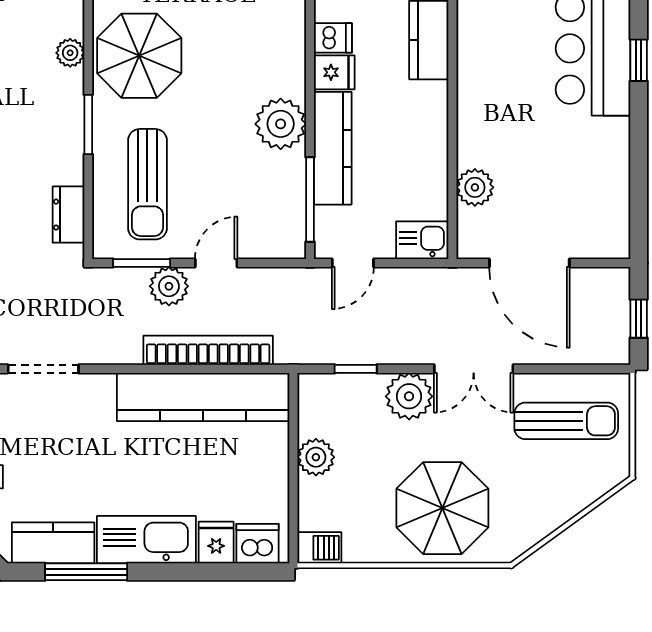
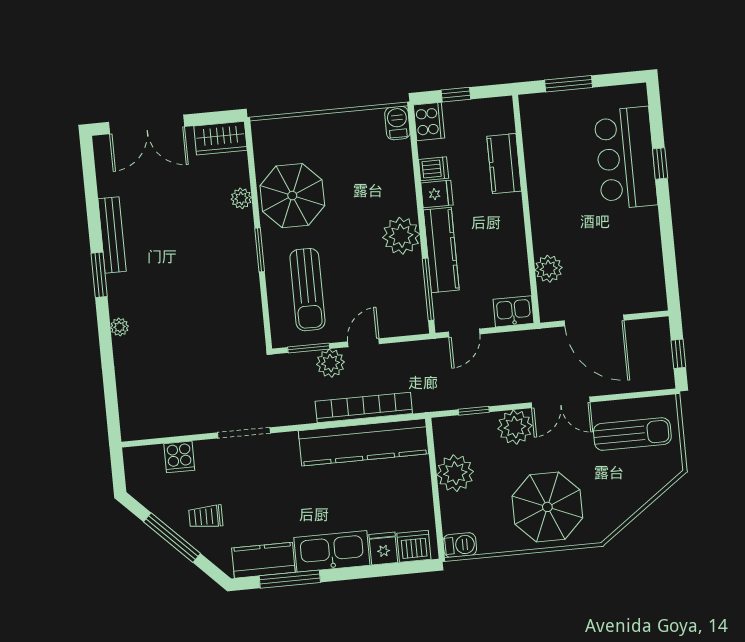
dresser: (68, 215) -> (251, 318), removed
plant: (316, 457) -> (455, 473), width x1.36, depth x1.36

